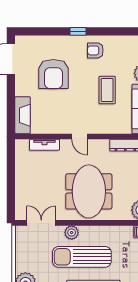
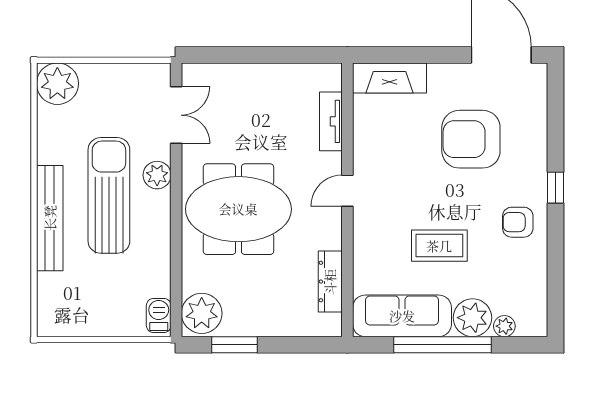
armchair: (95, 50) -> (518, 222), turned -90

